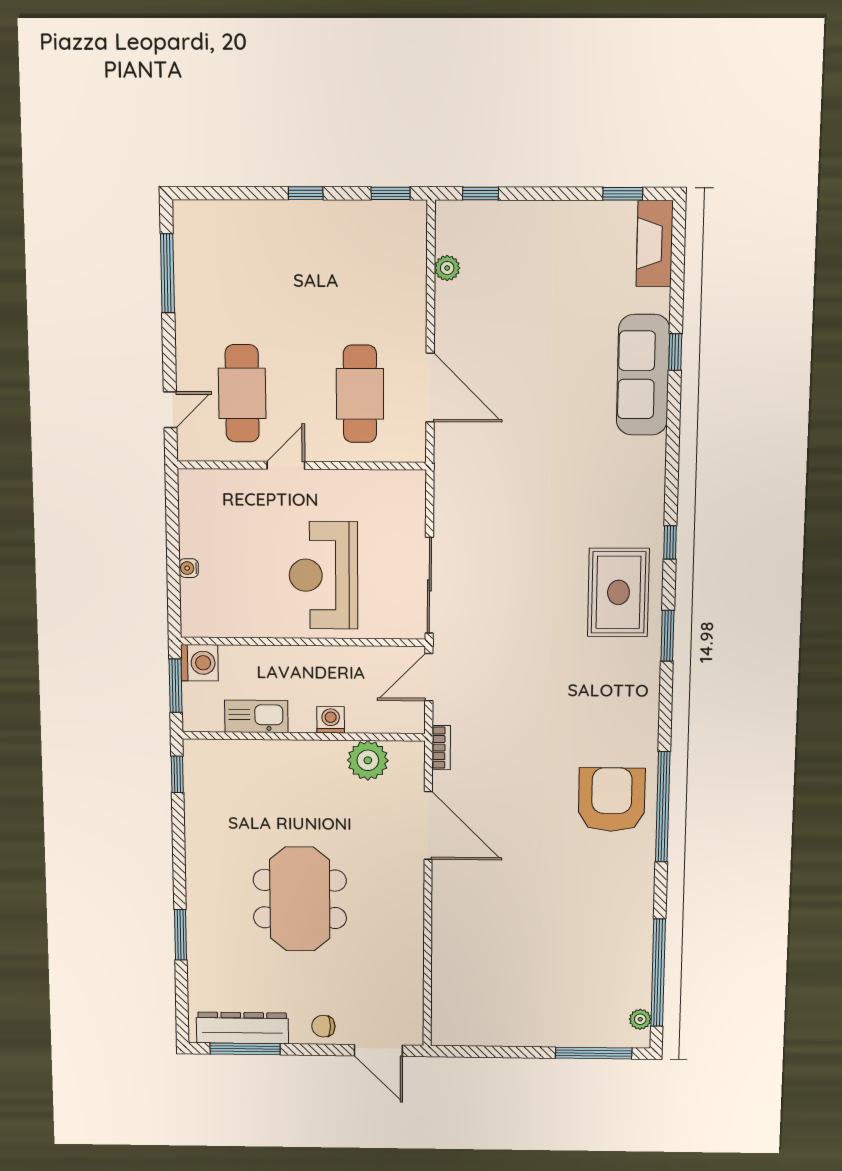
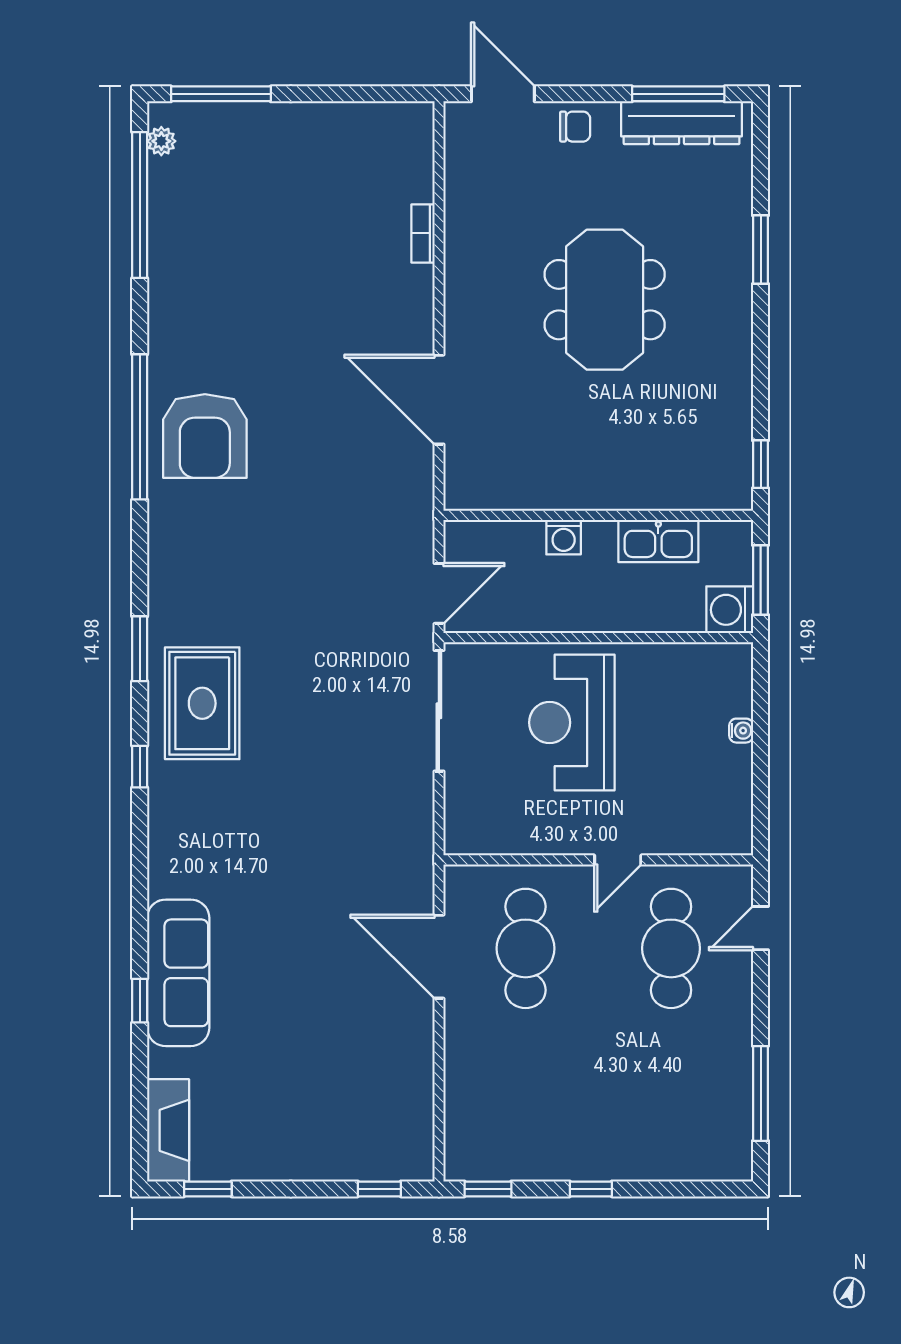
plant: (447, 268) -> (419, 1101), removed
reception desk: (323, 575) -> (572, 723), turned 180
bookcase: (441, 748) -> (423, 233), moved
plant: (368, 760) -> (516, 485), removed

